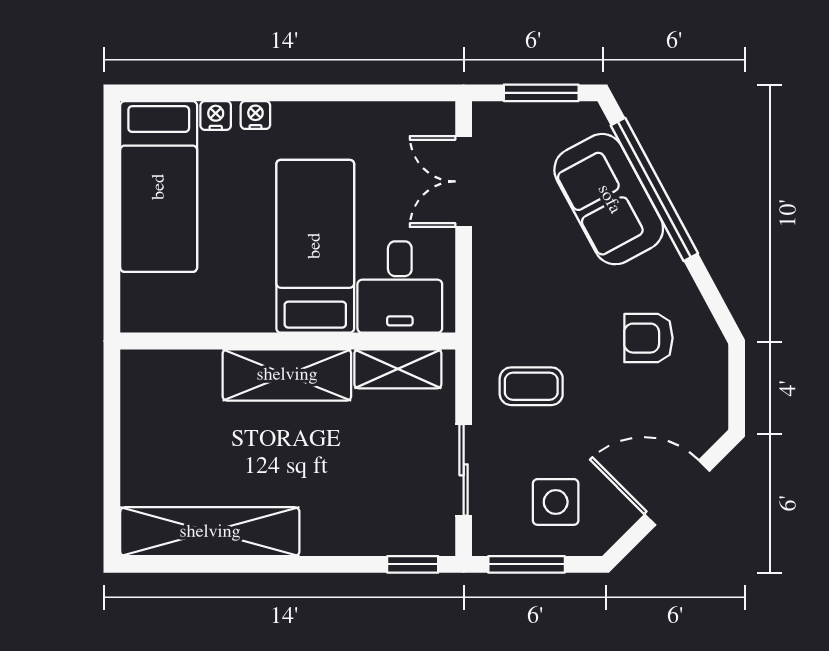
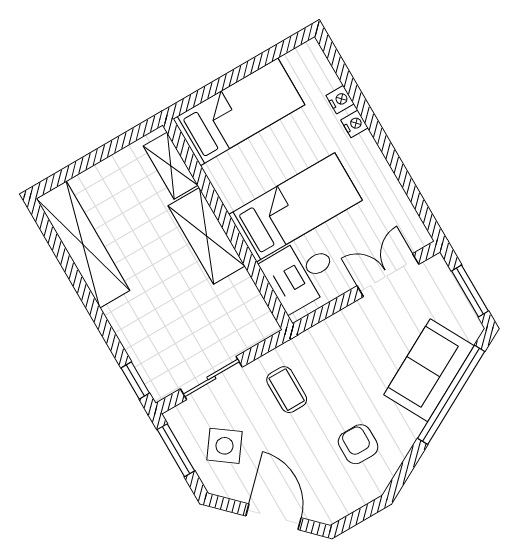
bed: (159, 187) -> (239, 112), moved, turned 180
shelving: (398, 369) -> (171, 166), moved
side table: (556, 502) -> (225, 446), turned 36

